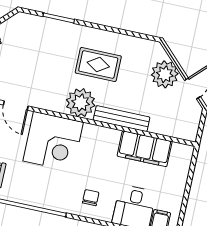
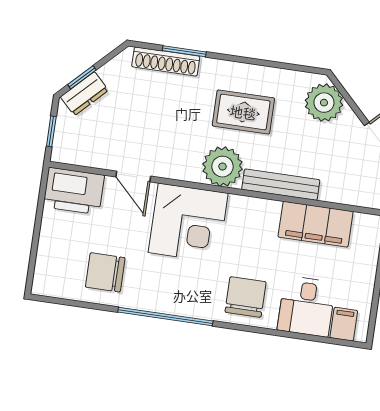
shoe rack: (45, 24) -> (166, 61), added
plant: (165, 74) -> (324, 103), moved
chair: (91, 198) -> (246, 297), width x1.87, depth x1.87

